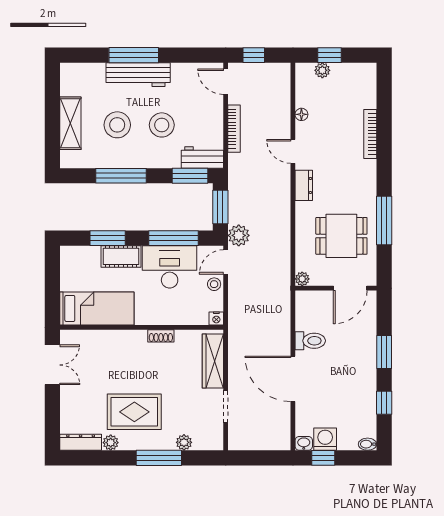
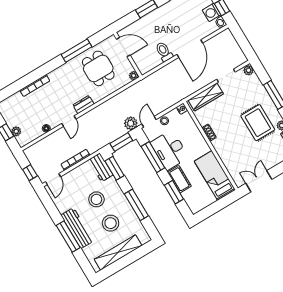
shelving: (70, 123) -> (118, 252), width x1.47
door: (226, 262) -> (149, 122), swing flipped
plant: (184, 442) -> (249, 70), moved

